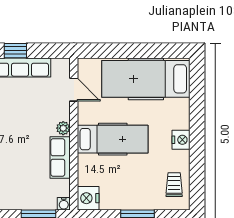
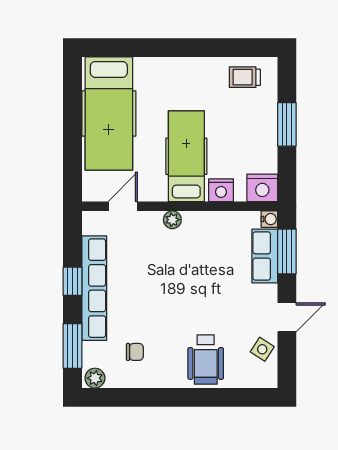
nightstand: (181, 140) -> (221, 190), moved, turned 180
row of seats: (60, 157) -> (265, 256), moved, turned 90

